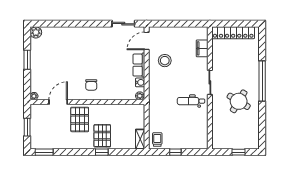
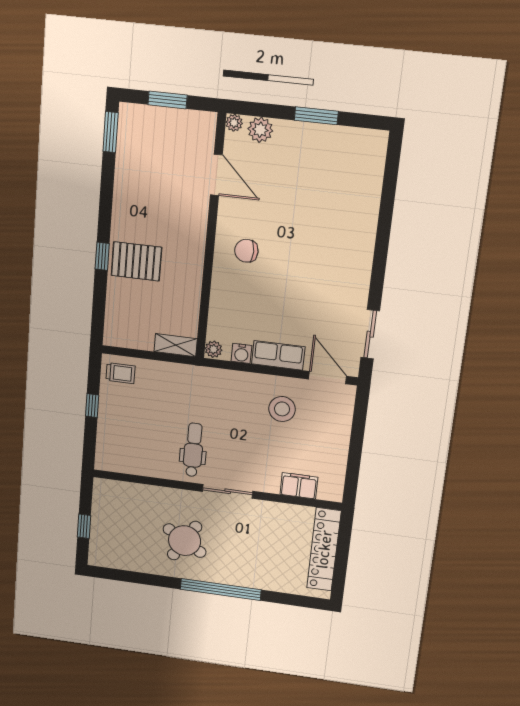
plant: (36, 32) -> (260, 130), moved
pallet: (80, 119) -> (175, 217), removed
shelving: (140, 139) -> (176, 345), moved

